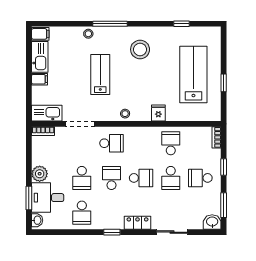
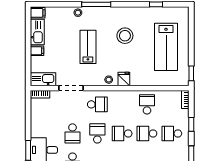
stool: (140, 49) -> (125, 36), moved
lab bench: (193, 75) -> (166, 47), turned 180
window: (224, 83) -> (191, 73), moved
fridge: (158, 113) -> (124, 79), moved
plant: (40, 174) -> (37, 130), removed
school desk: (141, 178) -> (122, 133), turned 180
school desk: (171, 178) -> (147, 133), turned 90

